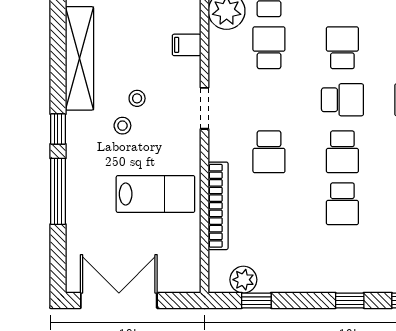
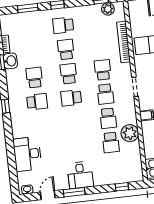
school desk: (342, 48) -> (105, 94), moved
school desk: (342, 256) -> (63, 25), added

